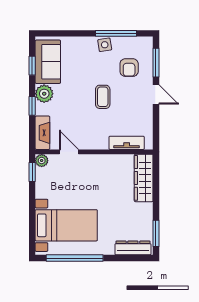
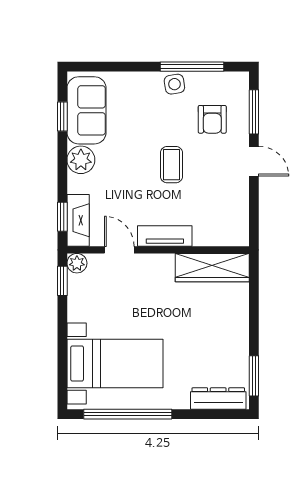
window: (32, 106) -> (62, 217), moved
tv unit: (127, 143) -> (165, 236), moved
wardrobe: (144, 178) -> (212, 268), moved, turned -90

